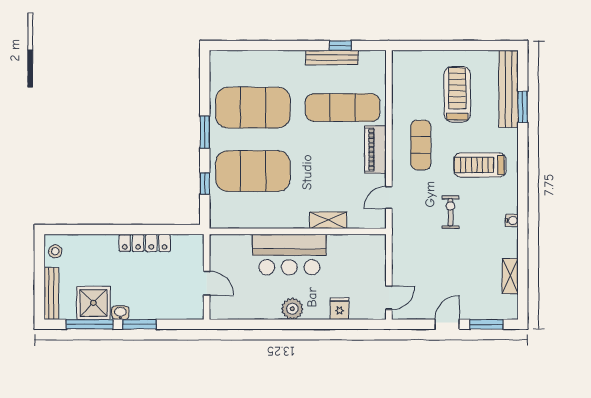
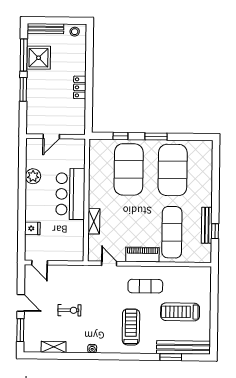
treadmill: (457, 94) -> (180, 312), turned 180
exercise bike: (450, 212) -> (69, 310), moved
locker: (145, 243) -> (80, 87), width x0.66
plant: (292, 309) -> (33, 176), moved
washbasin: (120, 313) -> (31, 76), removed

